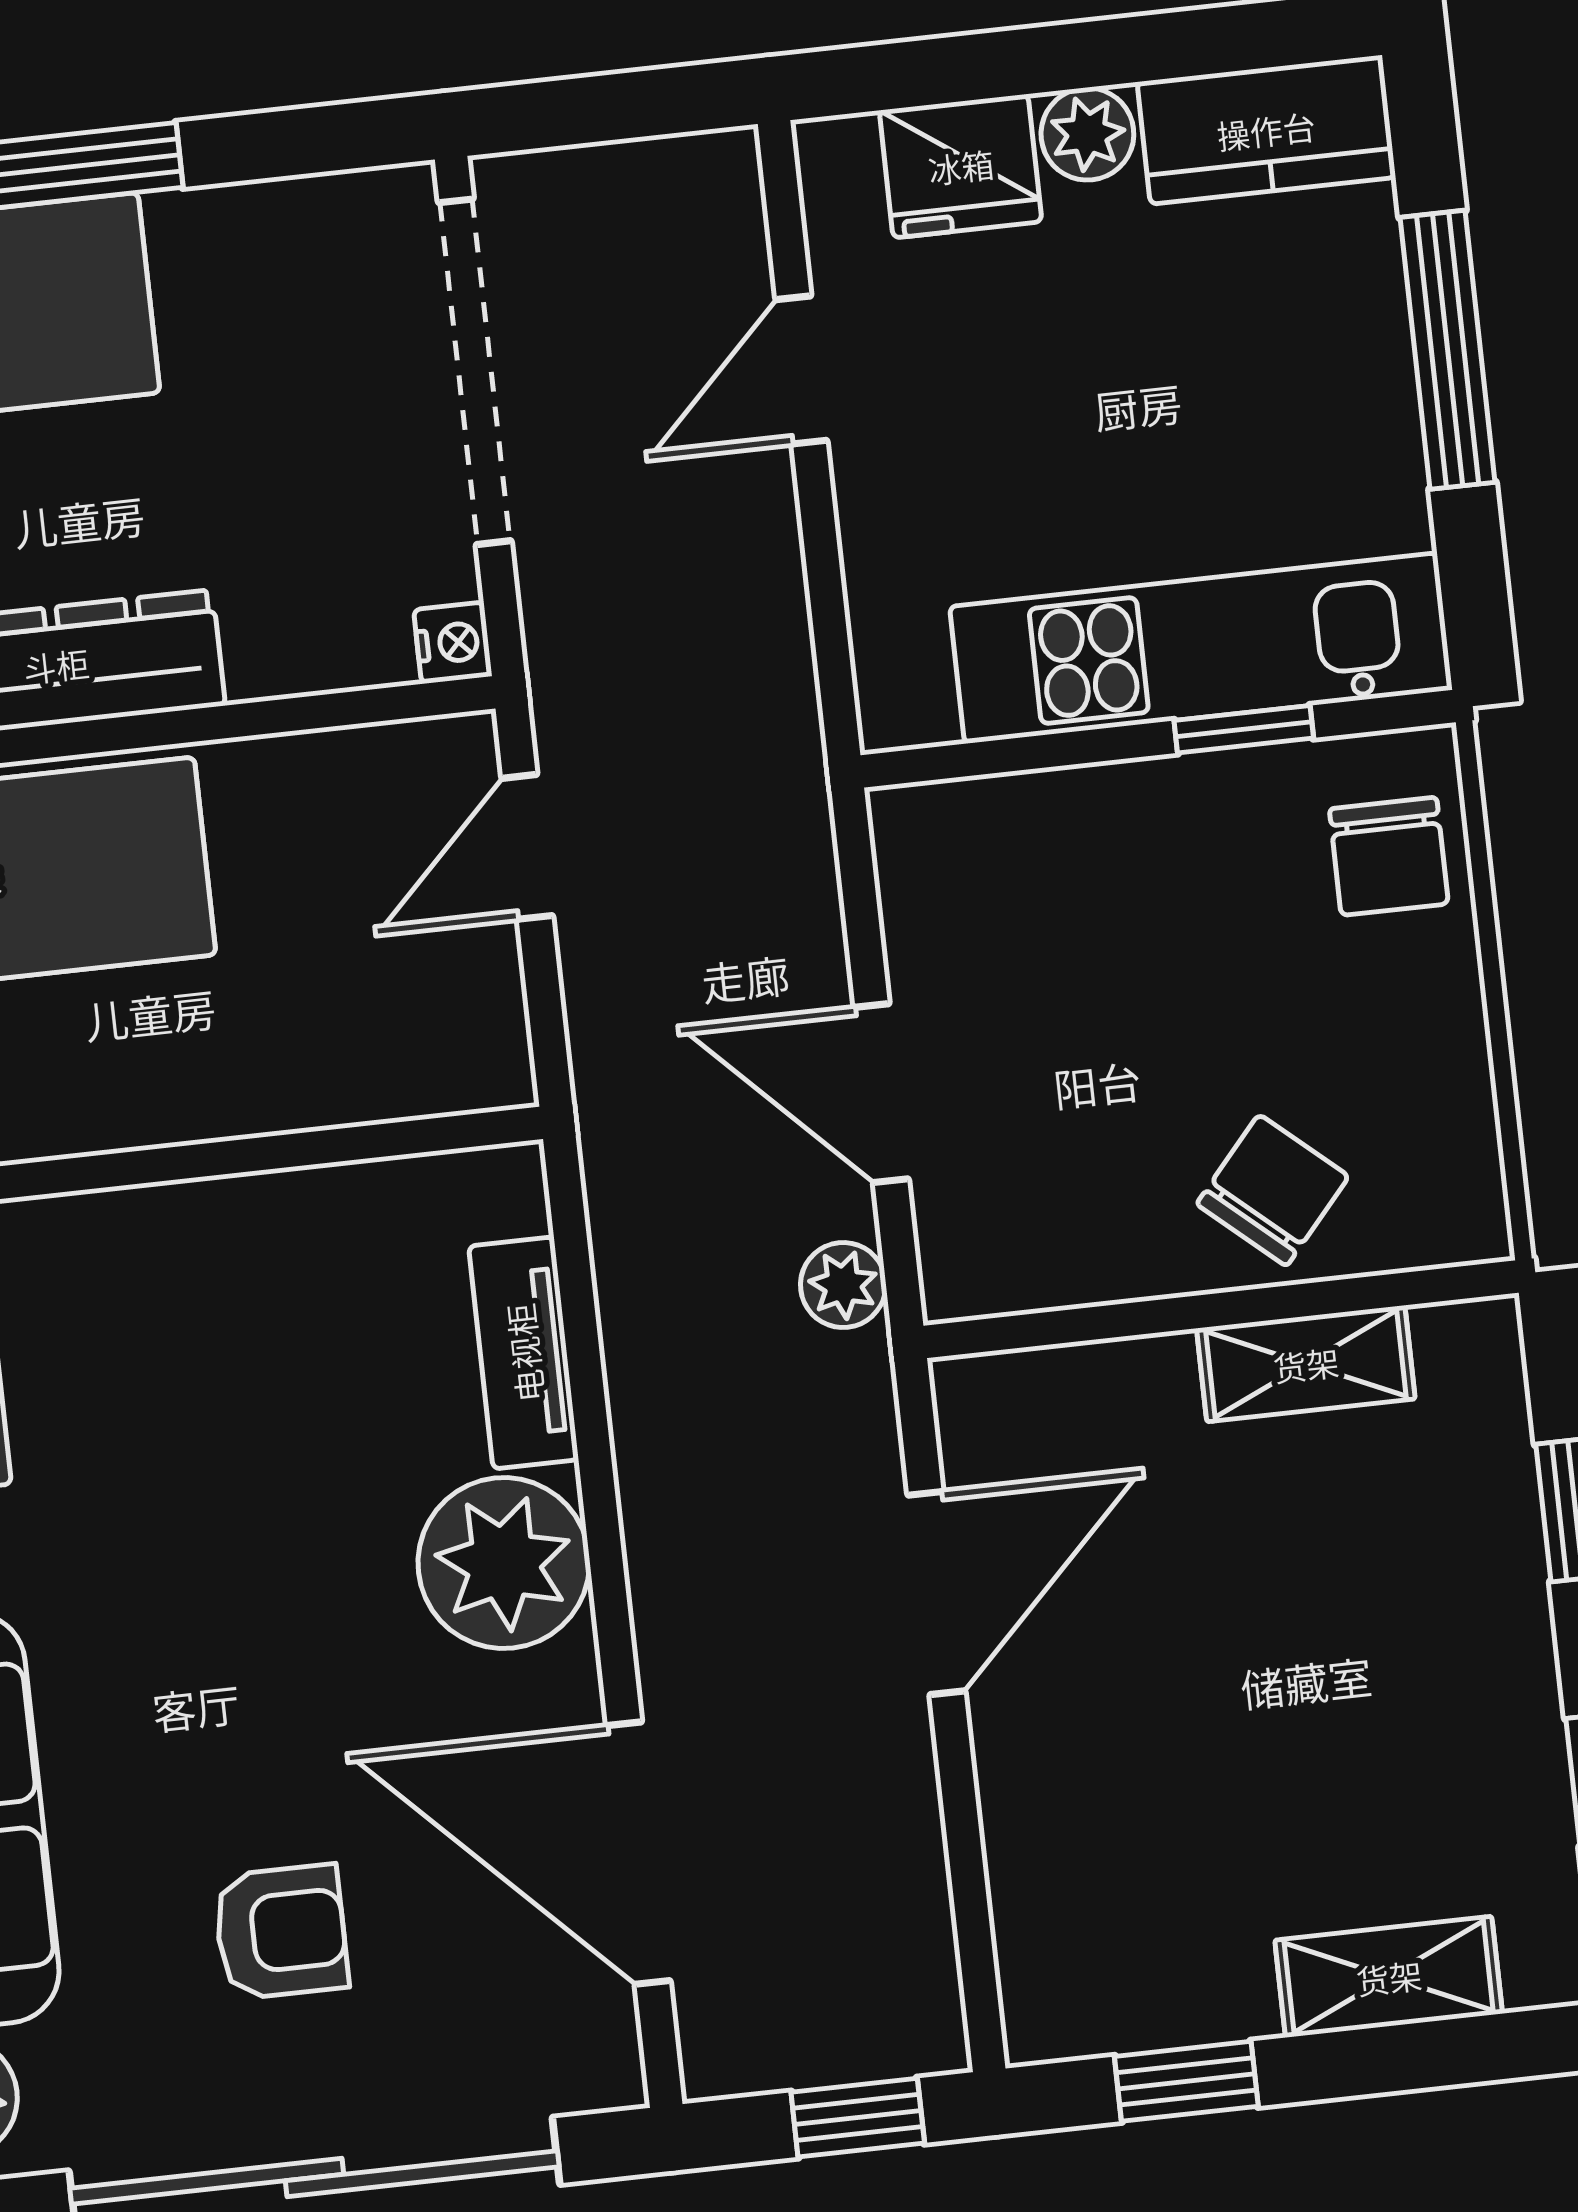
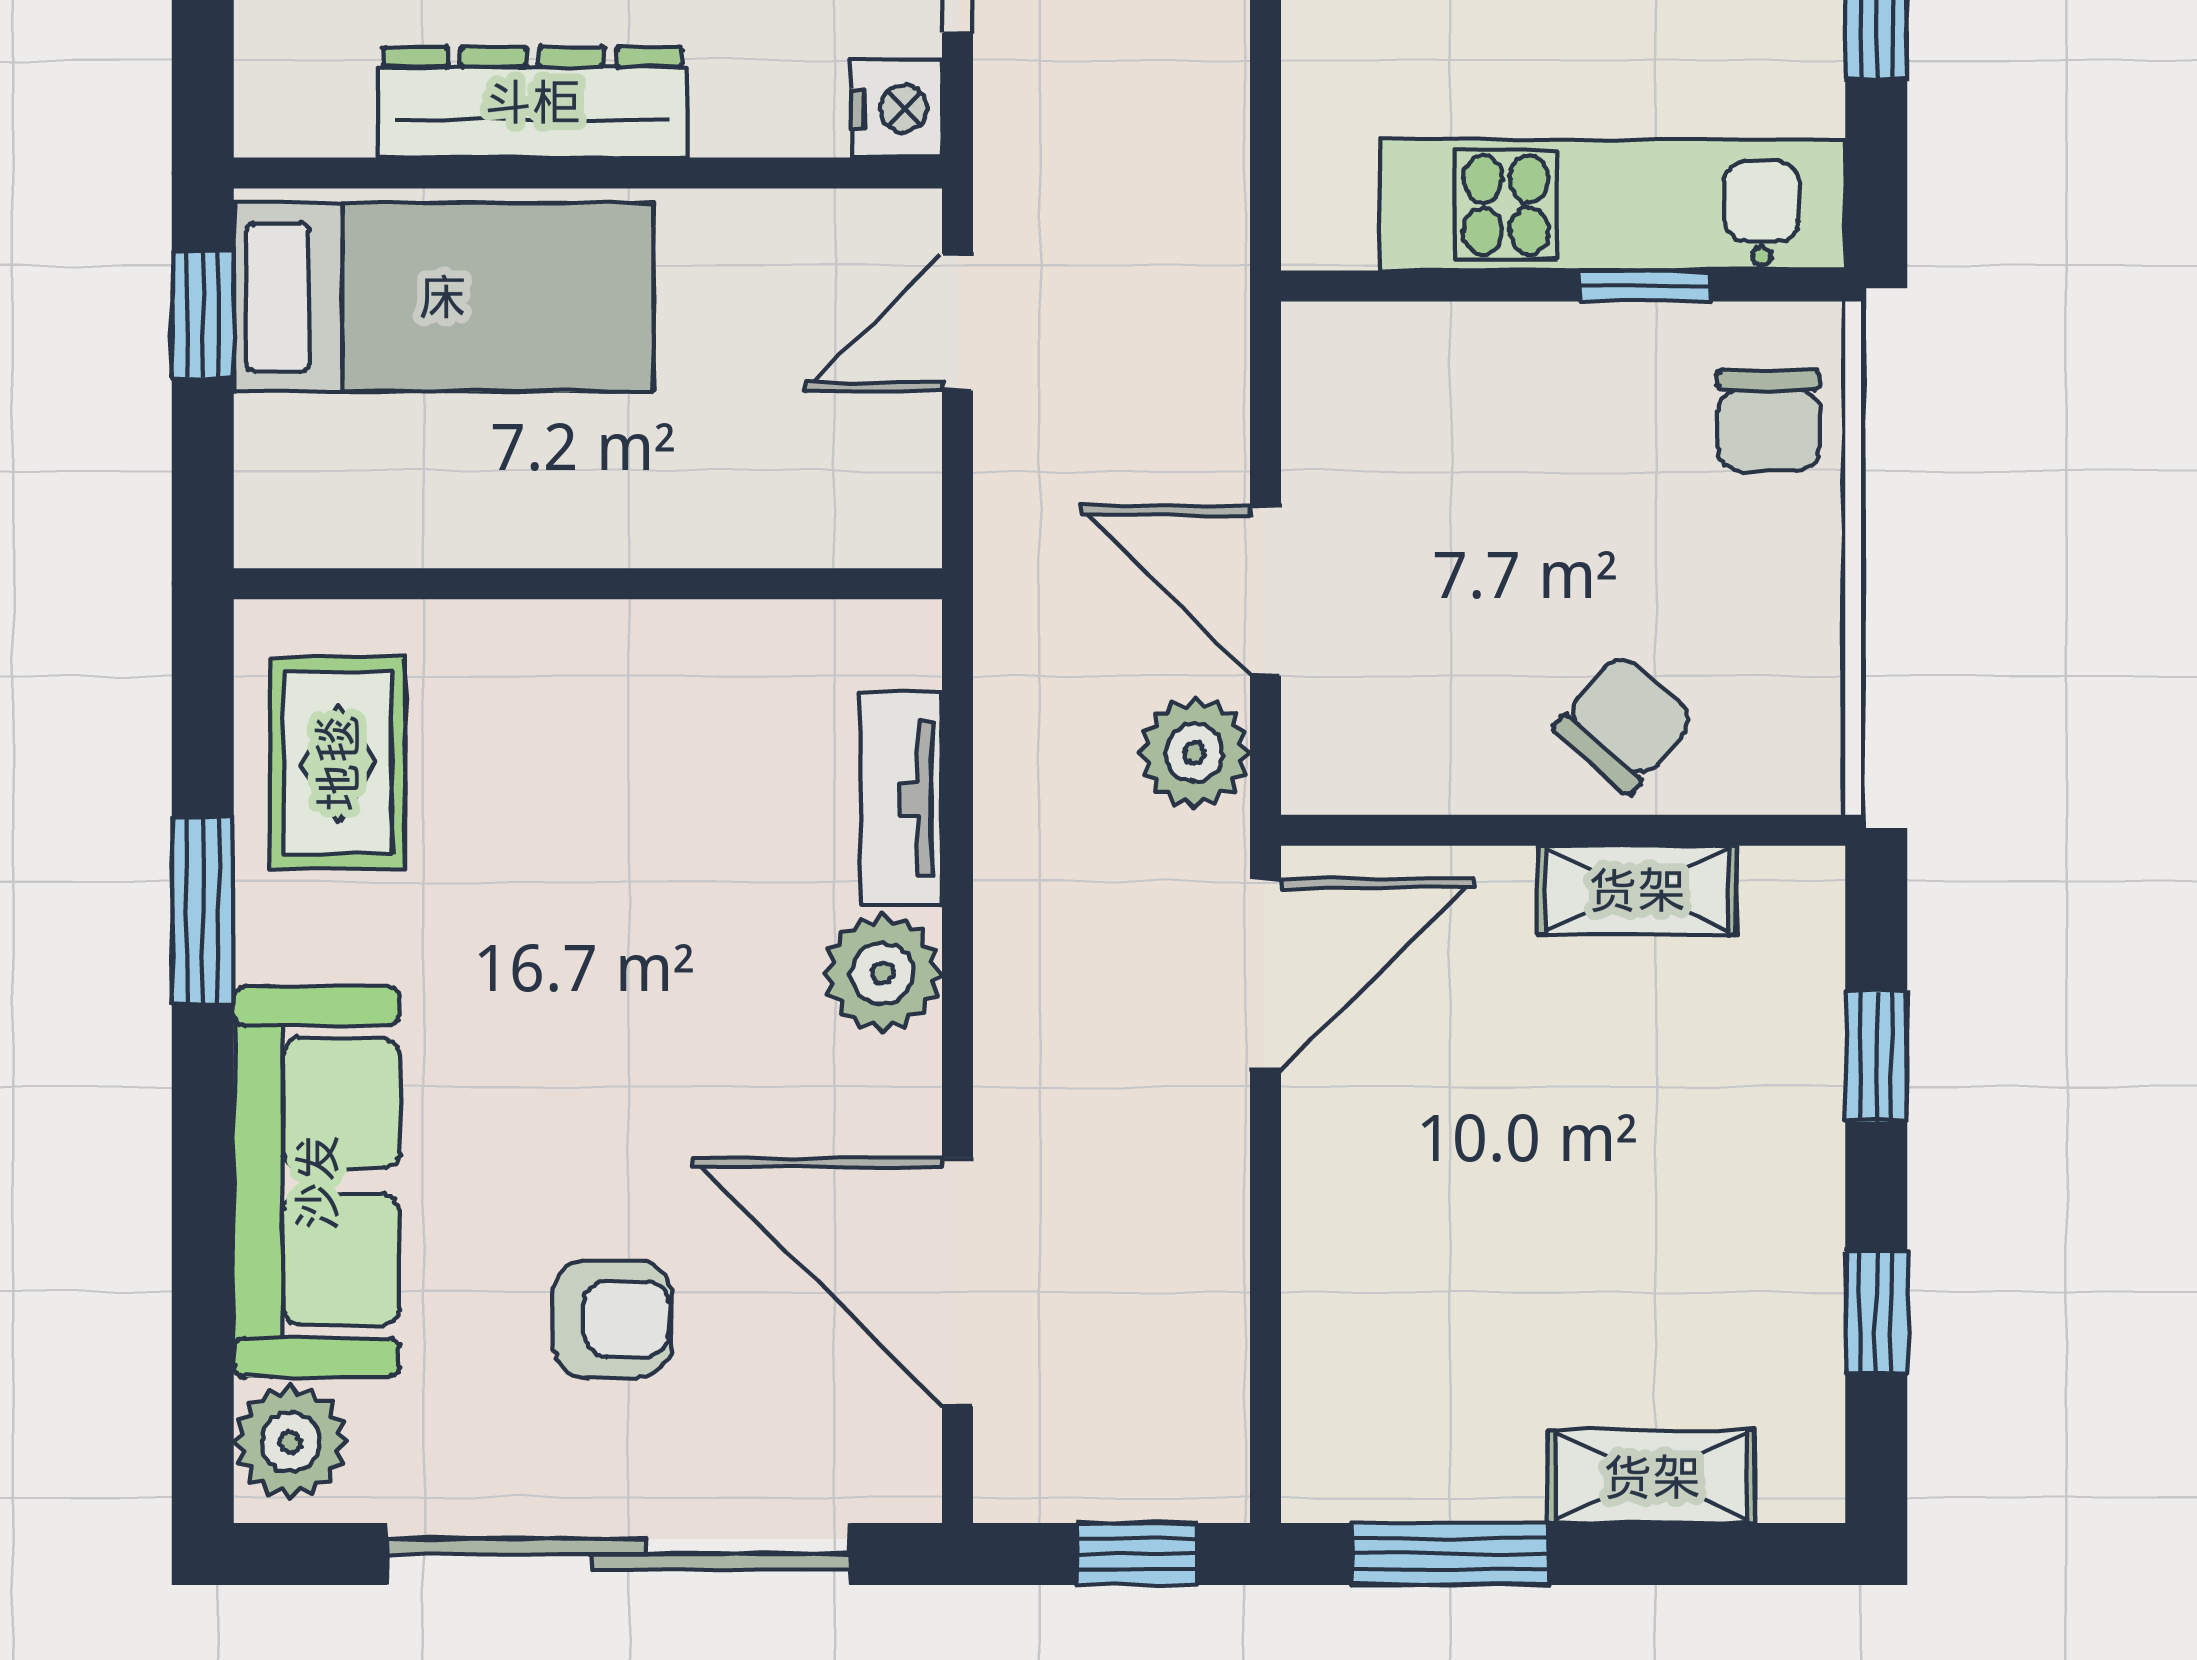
nightstand: (453, 643) -> (897, 108), width x1.39, depth x1.35
plant: (843, 1285) -> (1194, 753), width x1.38, depth x1.38
plant: (504, 1563) -> (882, 973), width x0.73, depth x0.73
door: (936, 1593) -> (1265, 974), moved
window: (1186, 2081) -> (1450, 1554), width x1.50

